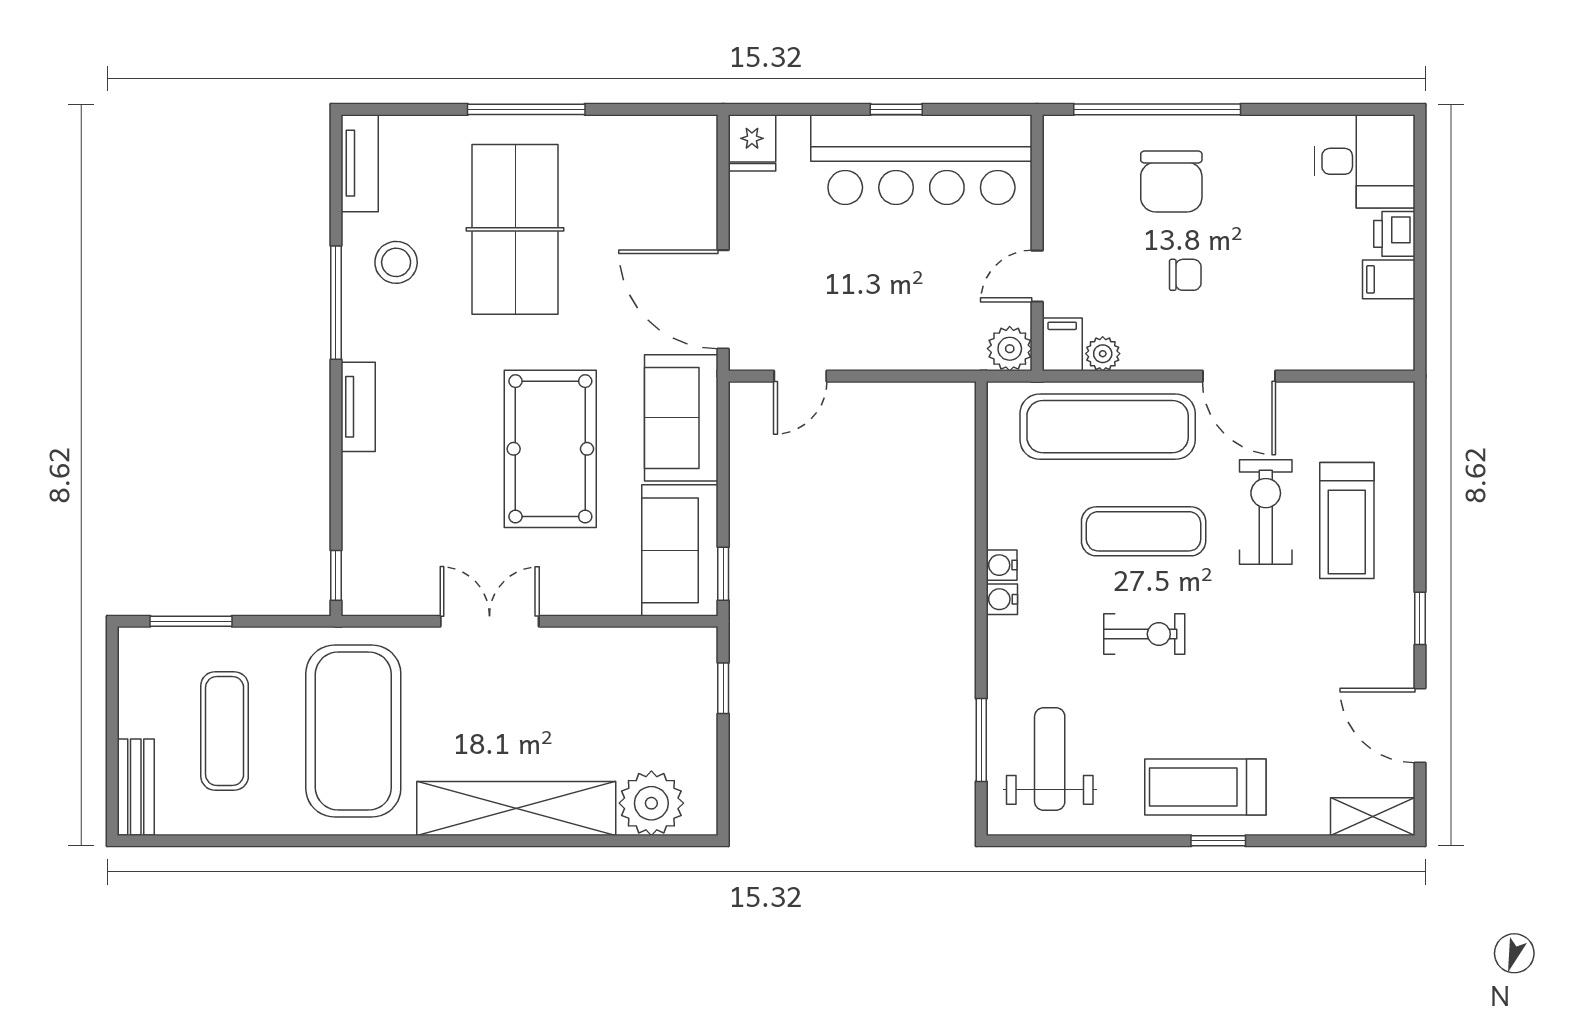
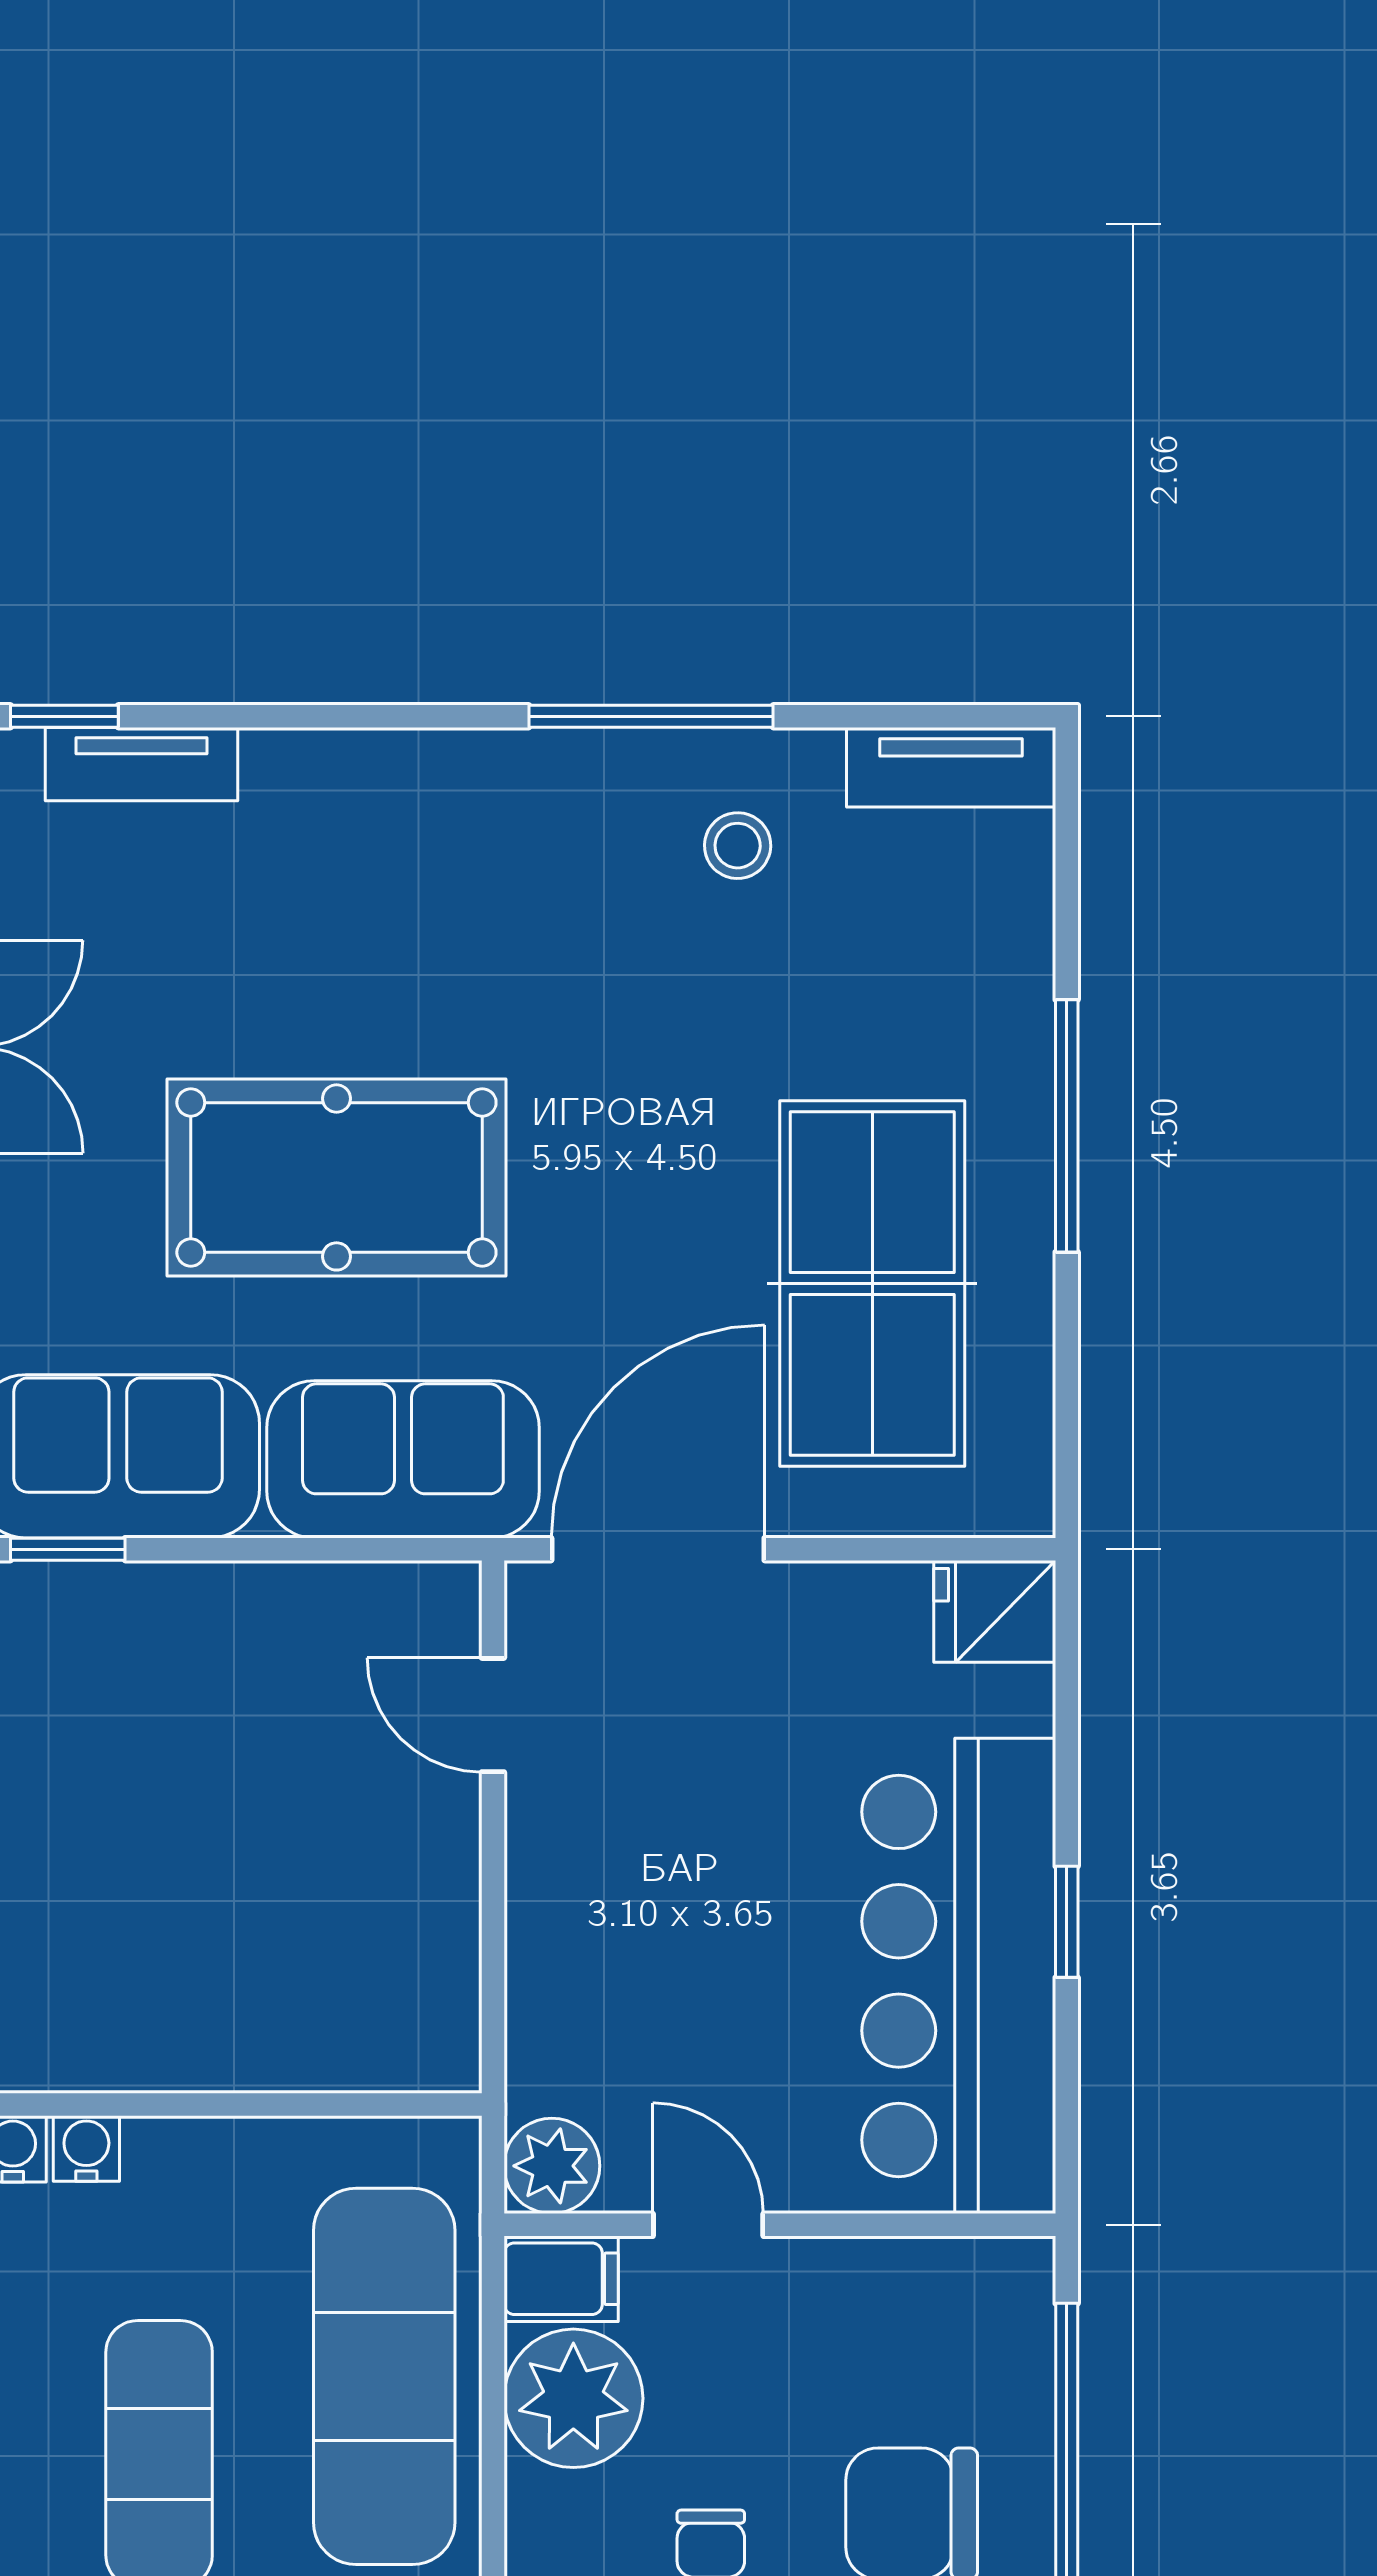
table tennis table: (515, 229) -> (872, 1284), moved, turned 90
stool: (396, 262) -> (738, 846), width x0.73, depth x0.73
plant: (1103, 354) -> (573, 2398), width x1.87, depth x1.87
tv unit: (358, 407) -> (141, 764), moved

